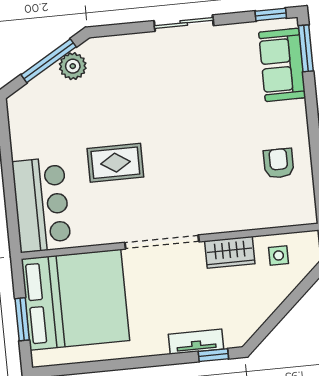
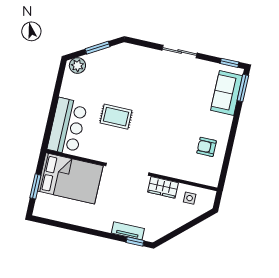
window: (49, 61) -> (98, 48), width x0.69
plant: (73, 66) -> (77, 66), moved
armchair: (279, 163) -> (207, 147), turned -90
bed: (75, 300) -> (70, 178), width x0.73

